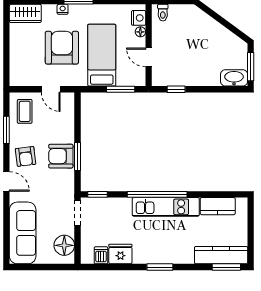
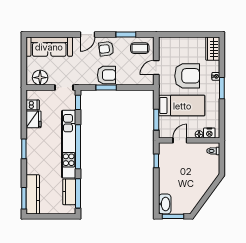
armchair: (61, 156) -> (106, 75), turned 90
window: (220, 194) -> (78, 193), added
kitchen unit: (166, 207) -> (69, 144), width x1.36

